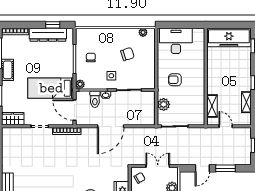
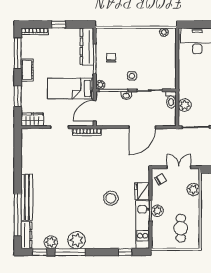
window: (53, 25) -> (59, 25), moved
dresser: (48, 35) -> (87, 47), moved, turned 90
chair: (127, 54) -> (148, 54), removed
armchair: (175, 80) -> (196, 80), removed
toilet: (95, 99) -> (171, 100), moved
door: (75, 110) -> (95, 111), hinge flipped
door: (111, 126) -> (142, 127), moved

